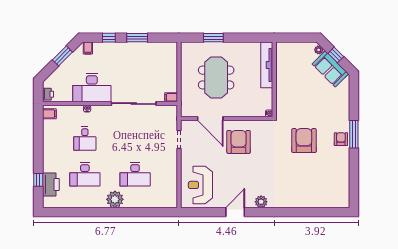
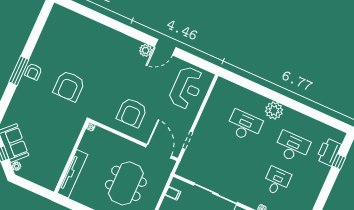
filing cabinet: (171, 97) -> (173, 193), moved
door: (210, 119) -> (159, 151), moved
plant: (261, 202) -> (146, 50), moved

